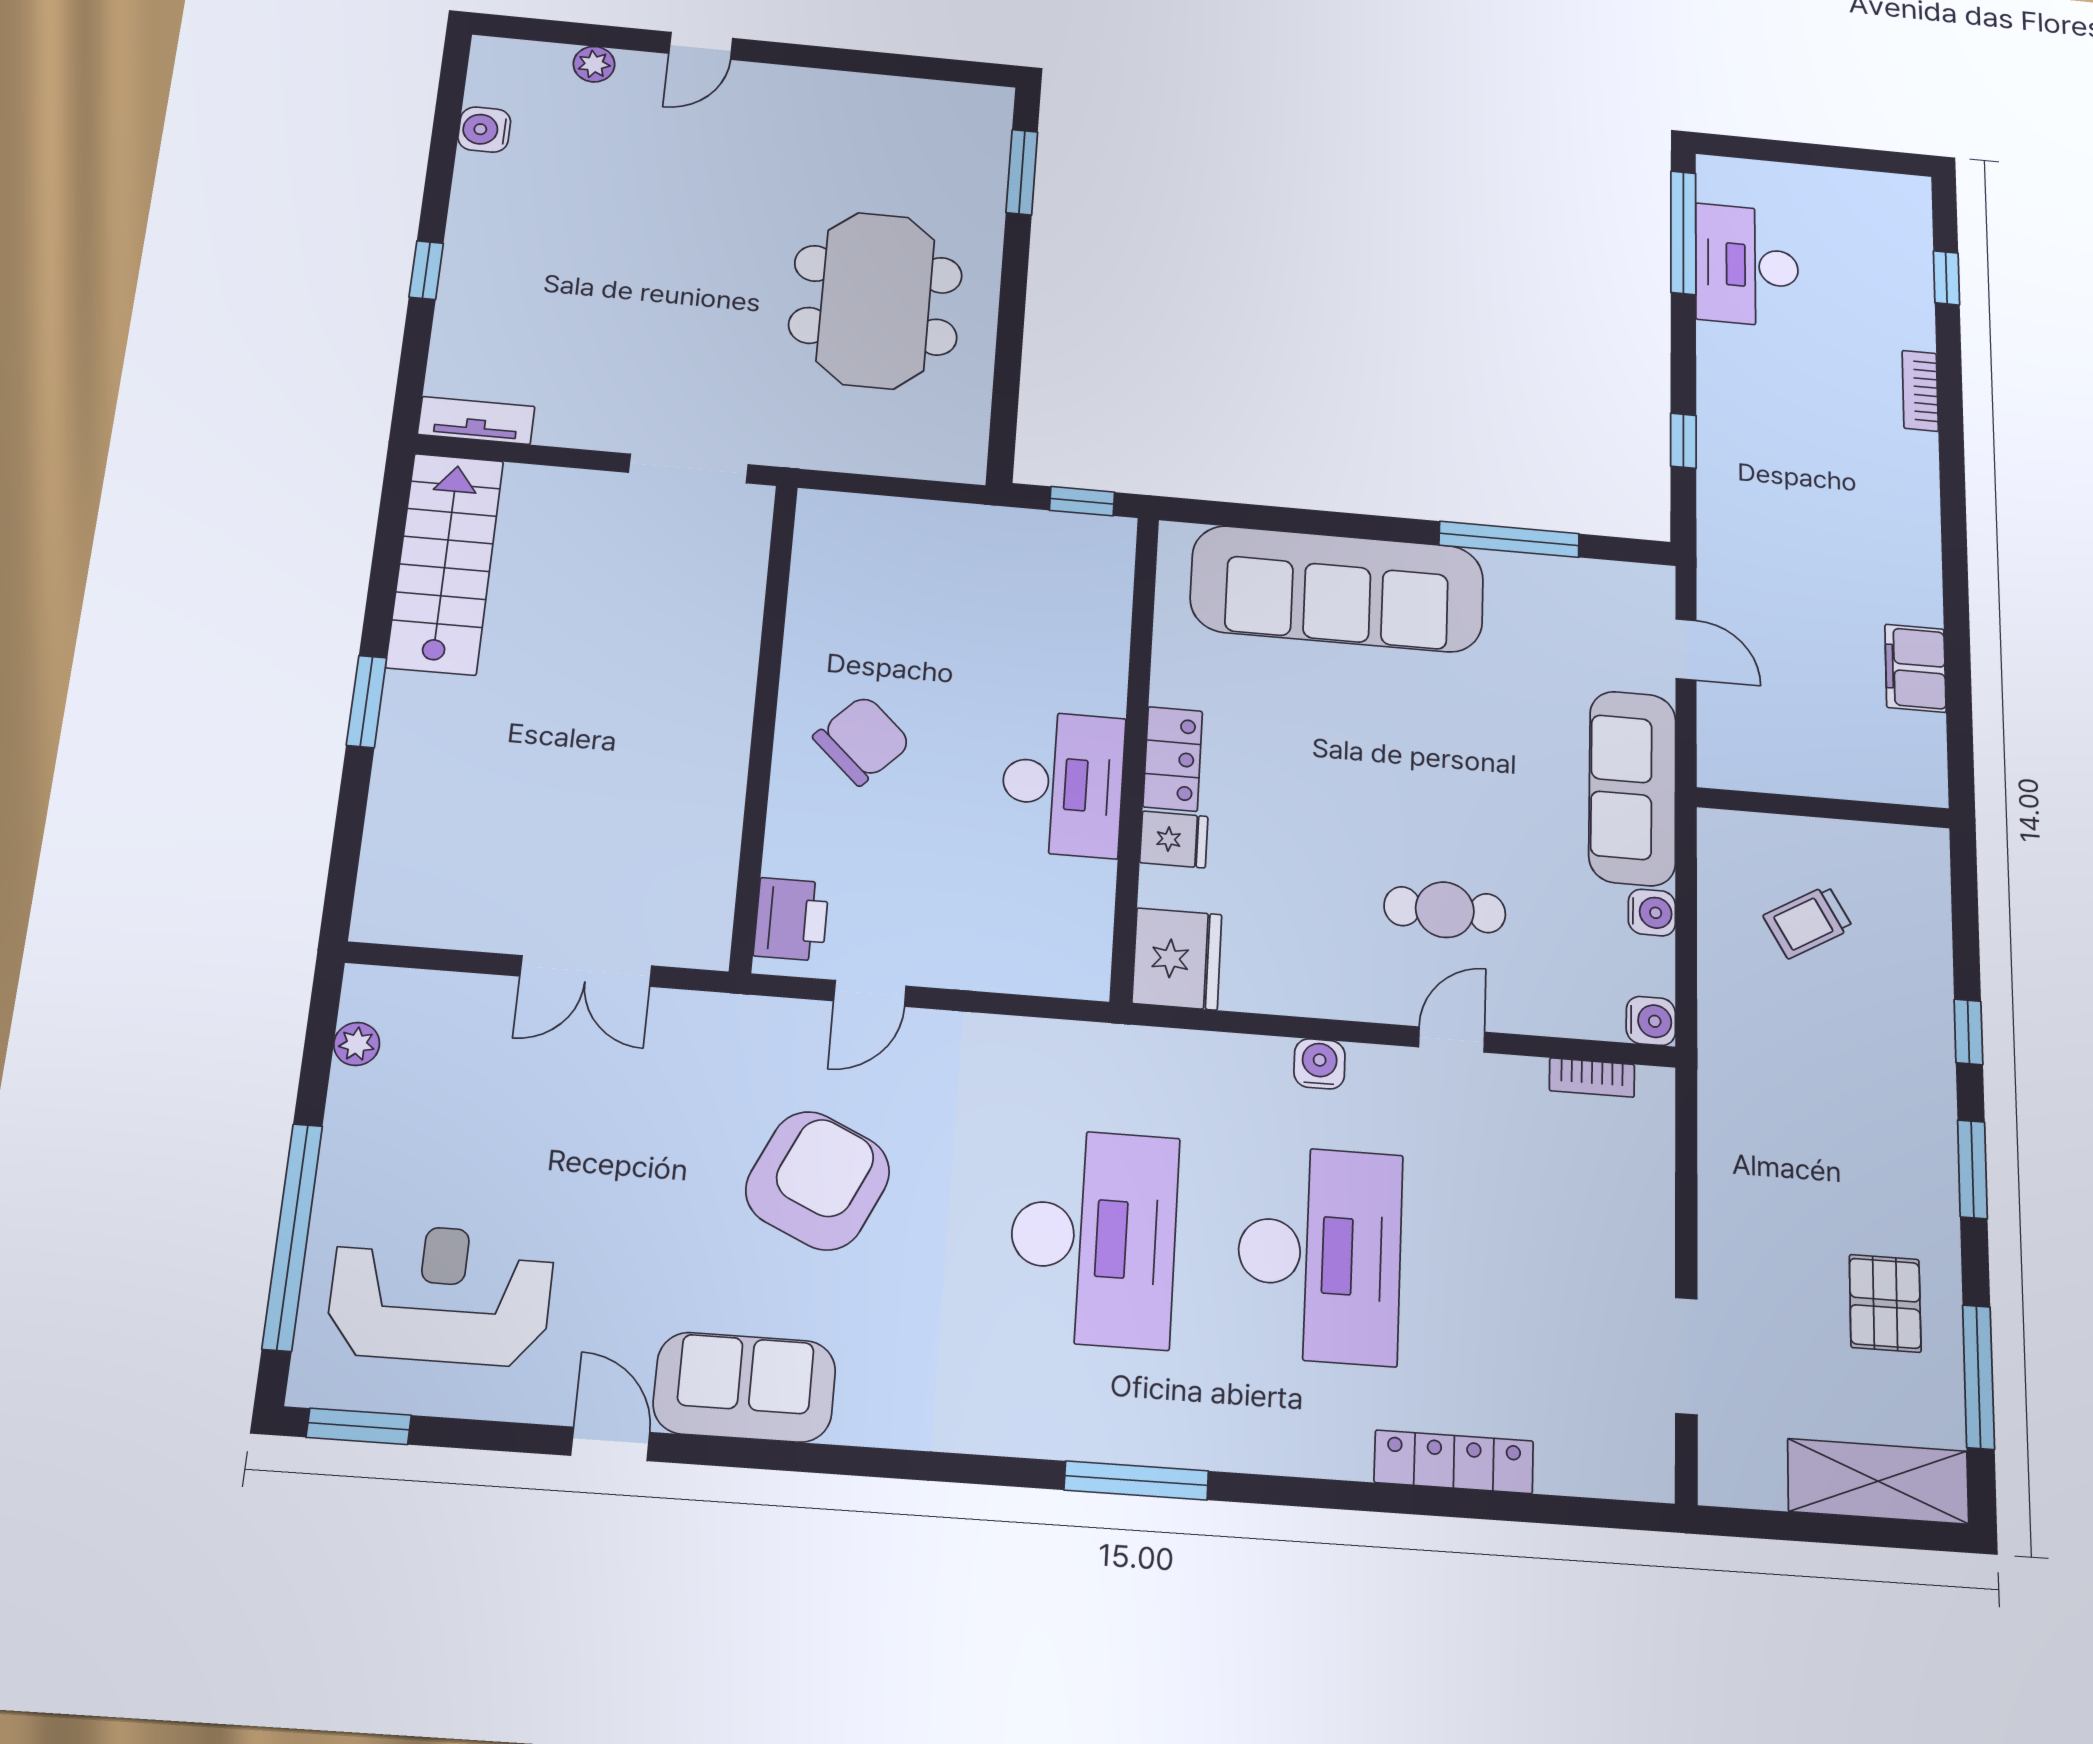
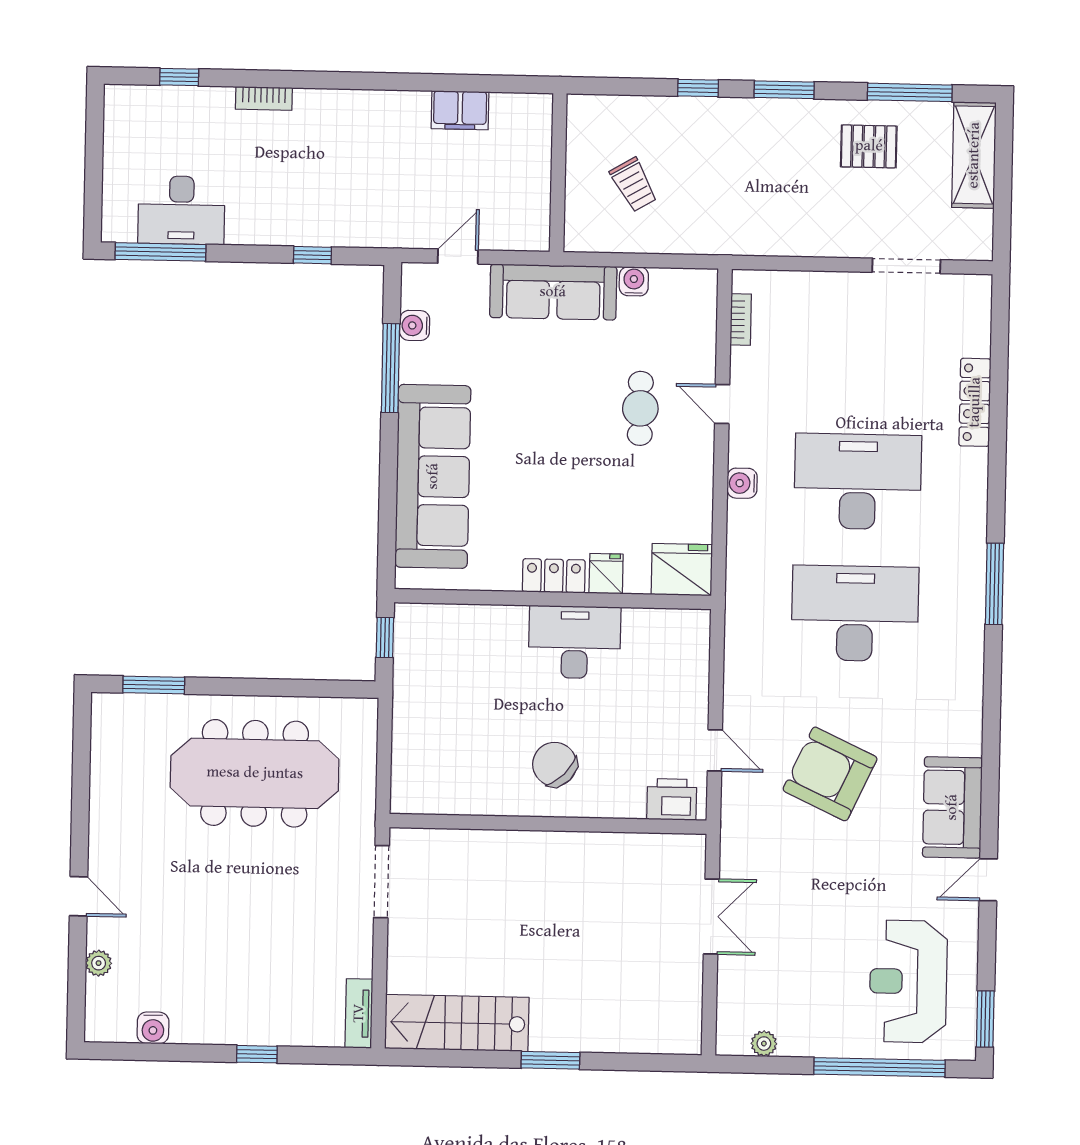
meeting table: (876, 300) -> (255, 773), width x1.36
water cooler: (1651, 1021) -> (415, 325), moved, turned -90

